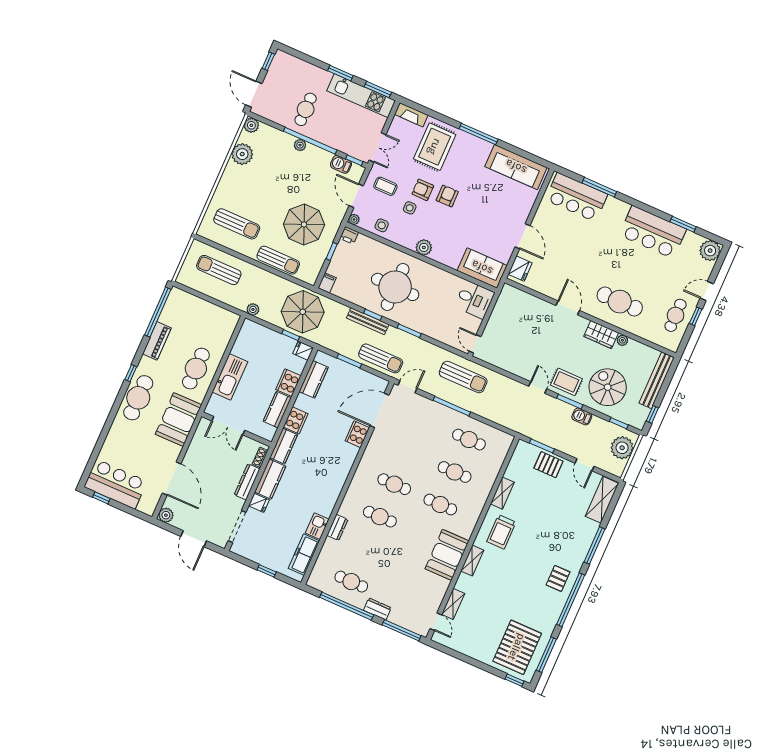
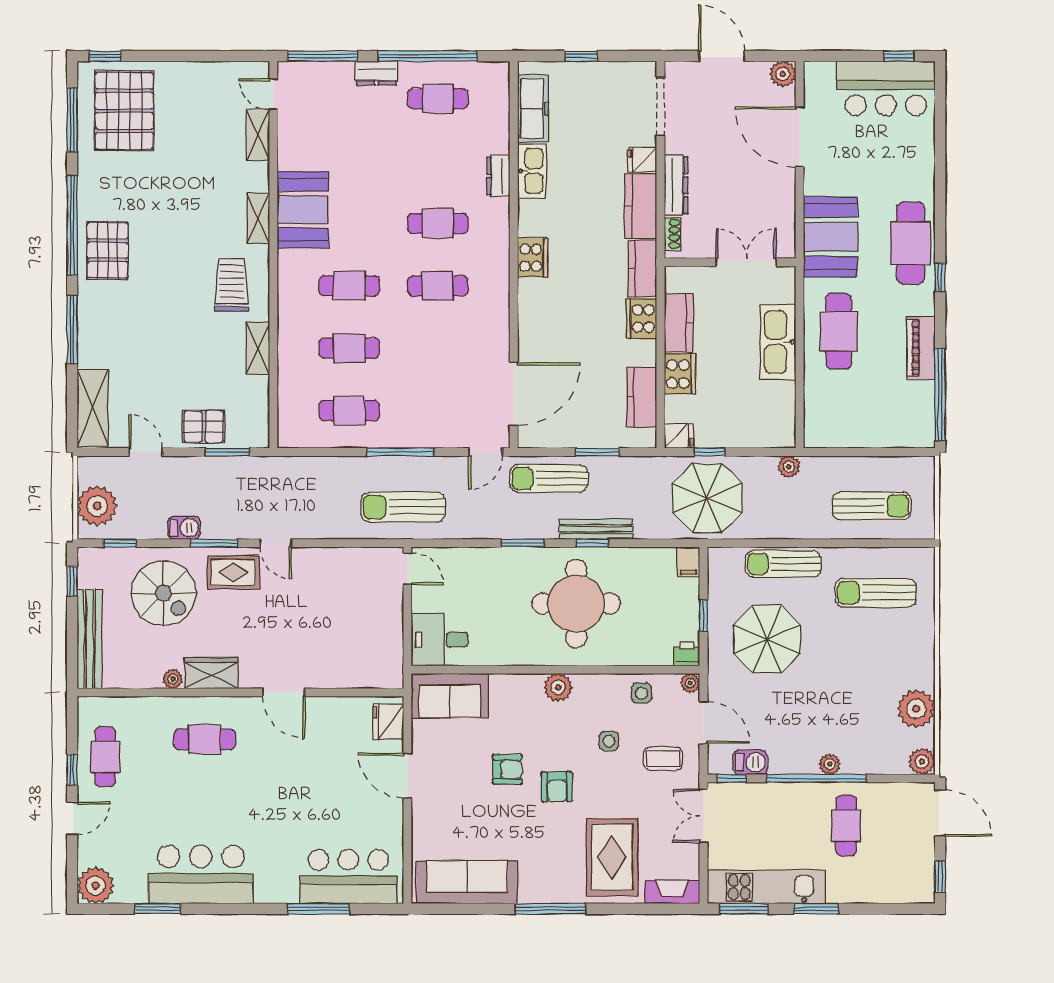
armchair: (423, 190) -> (507, 769), moved
cafe table: (620, 302) -> (205, 739), width x0.73, depth x0.74
cooker: (357, 434) -> (533, 258), moved
kitchen sink: (317, 526) -> (532, 171), width x1.38
pallet: (558, 578) -> (108, 250), width x1.50, depth x1.42

